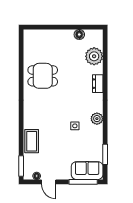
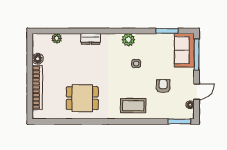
bookcase: (53, 34) -> (37, 87), added
plant: (94, 56) -> (57, 38), width x0.53, depth x0.53
dining table: (43, 76) -> (82, 98), turned 90
coffee table: (32, 141) -> (133, 106), moved
armchair: (54, 151) -> (163, 86), added

